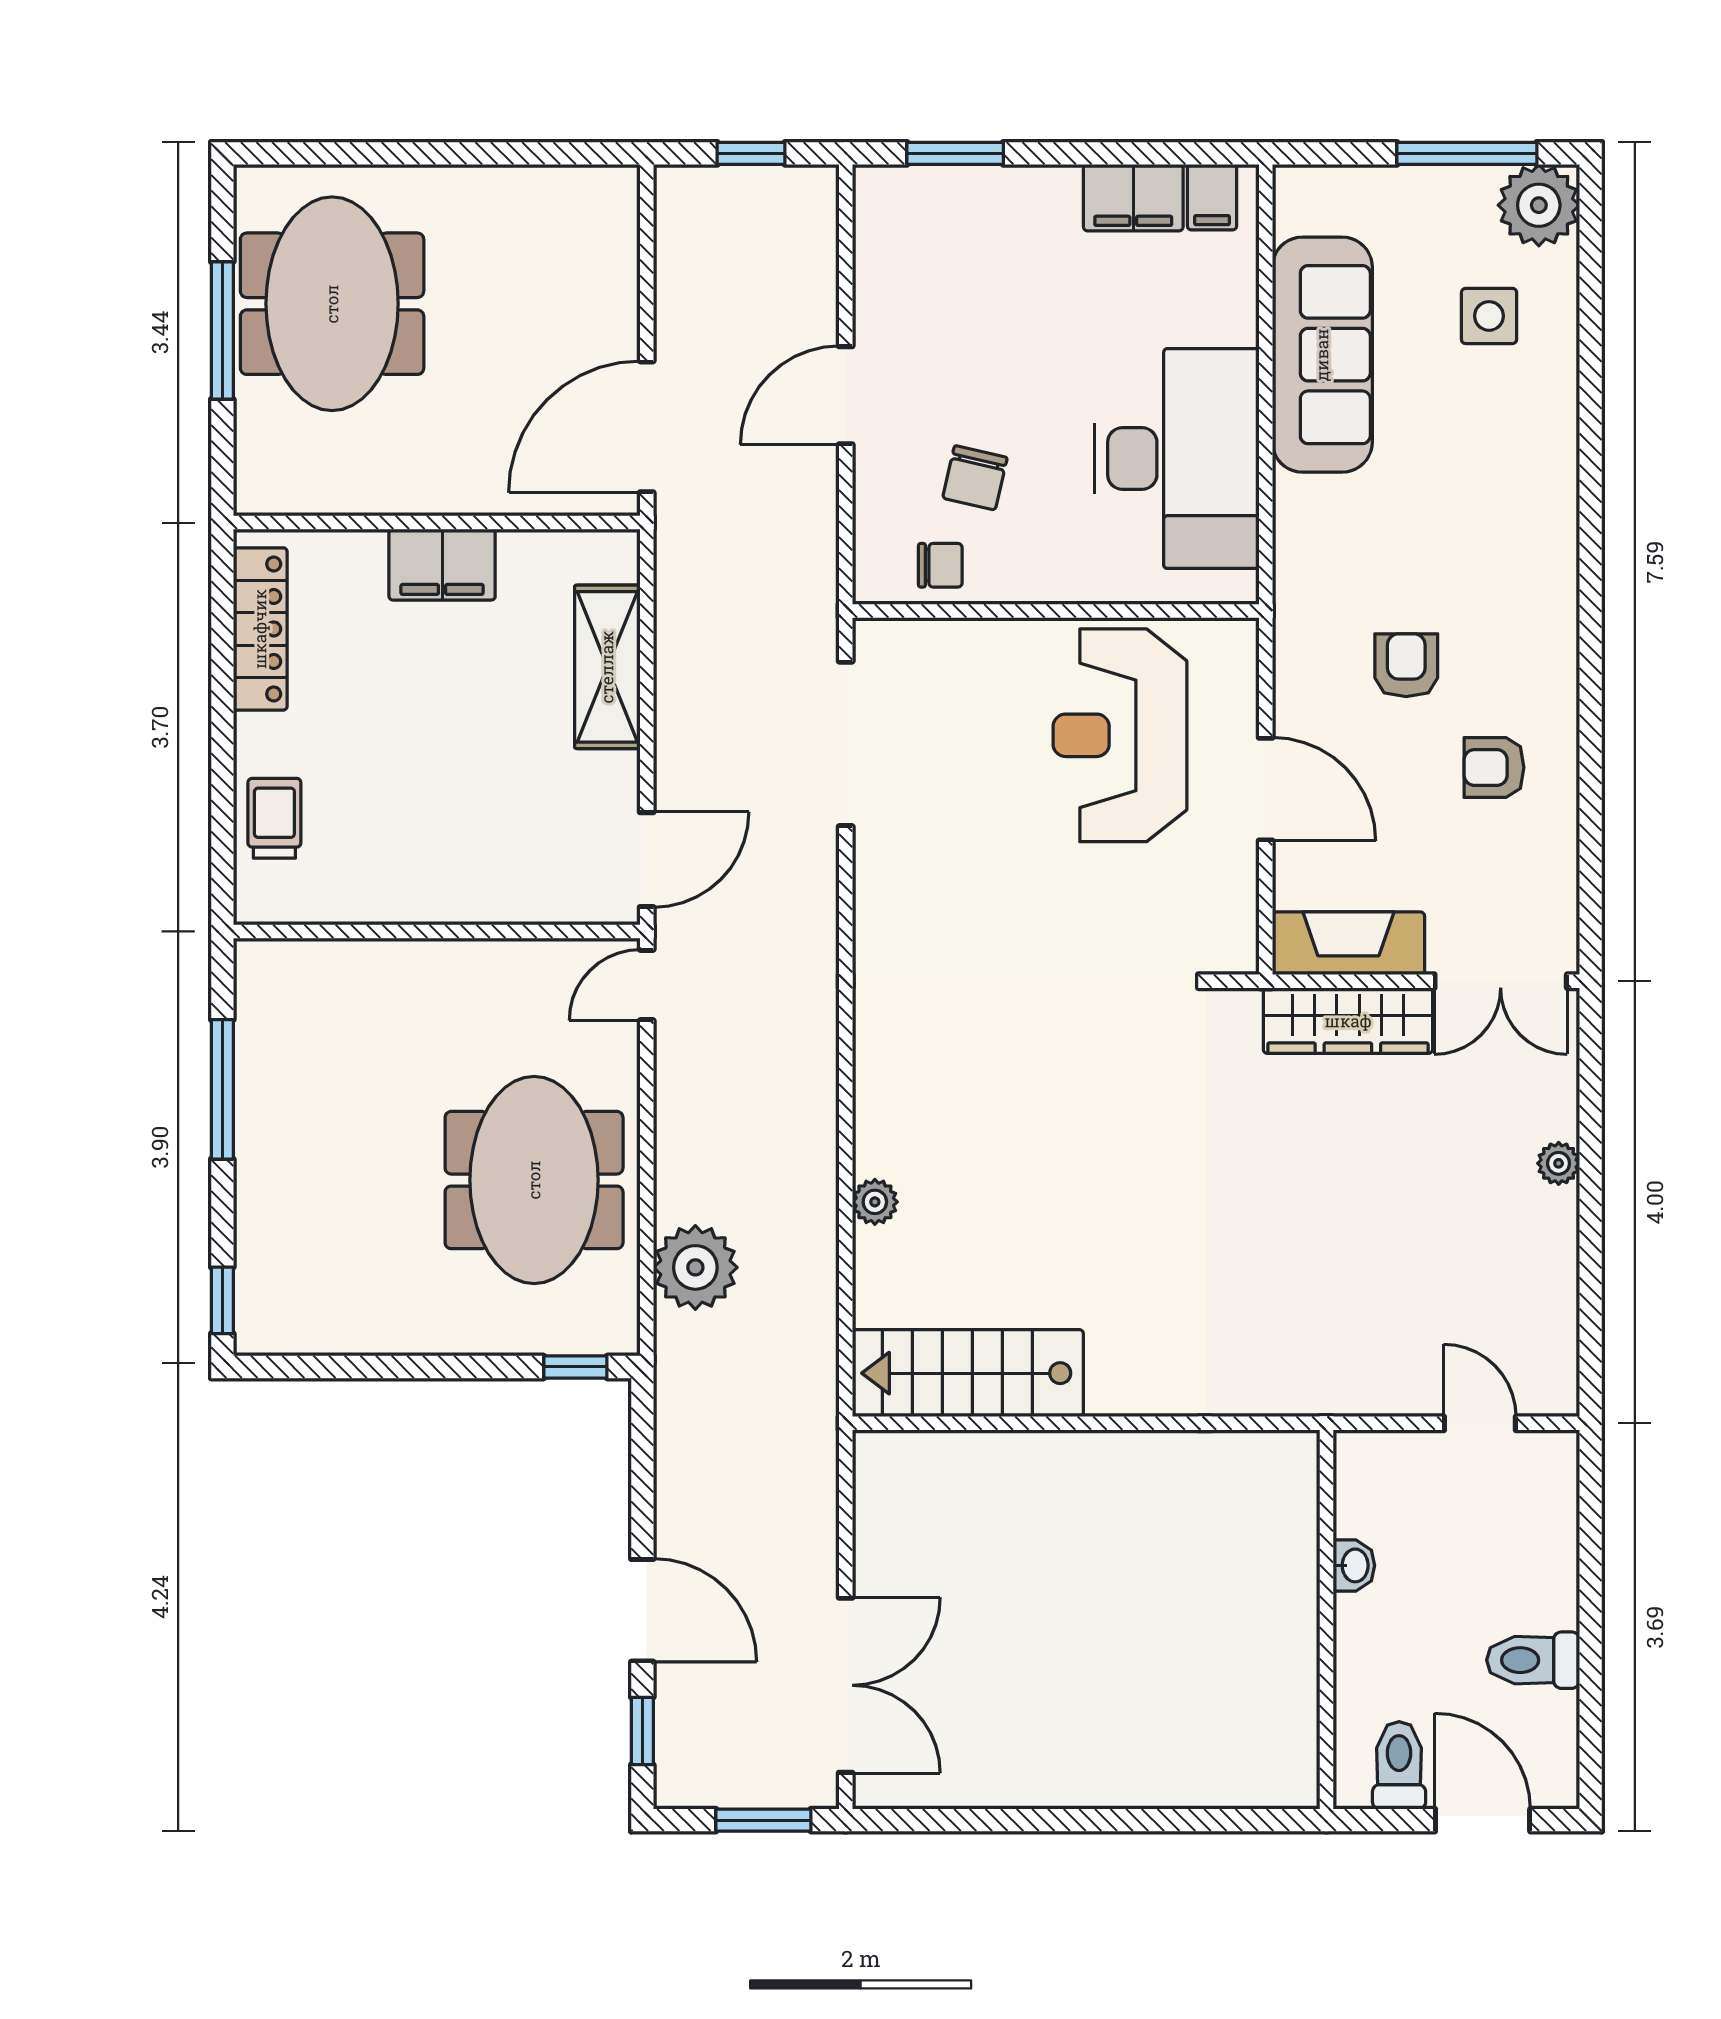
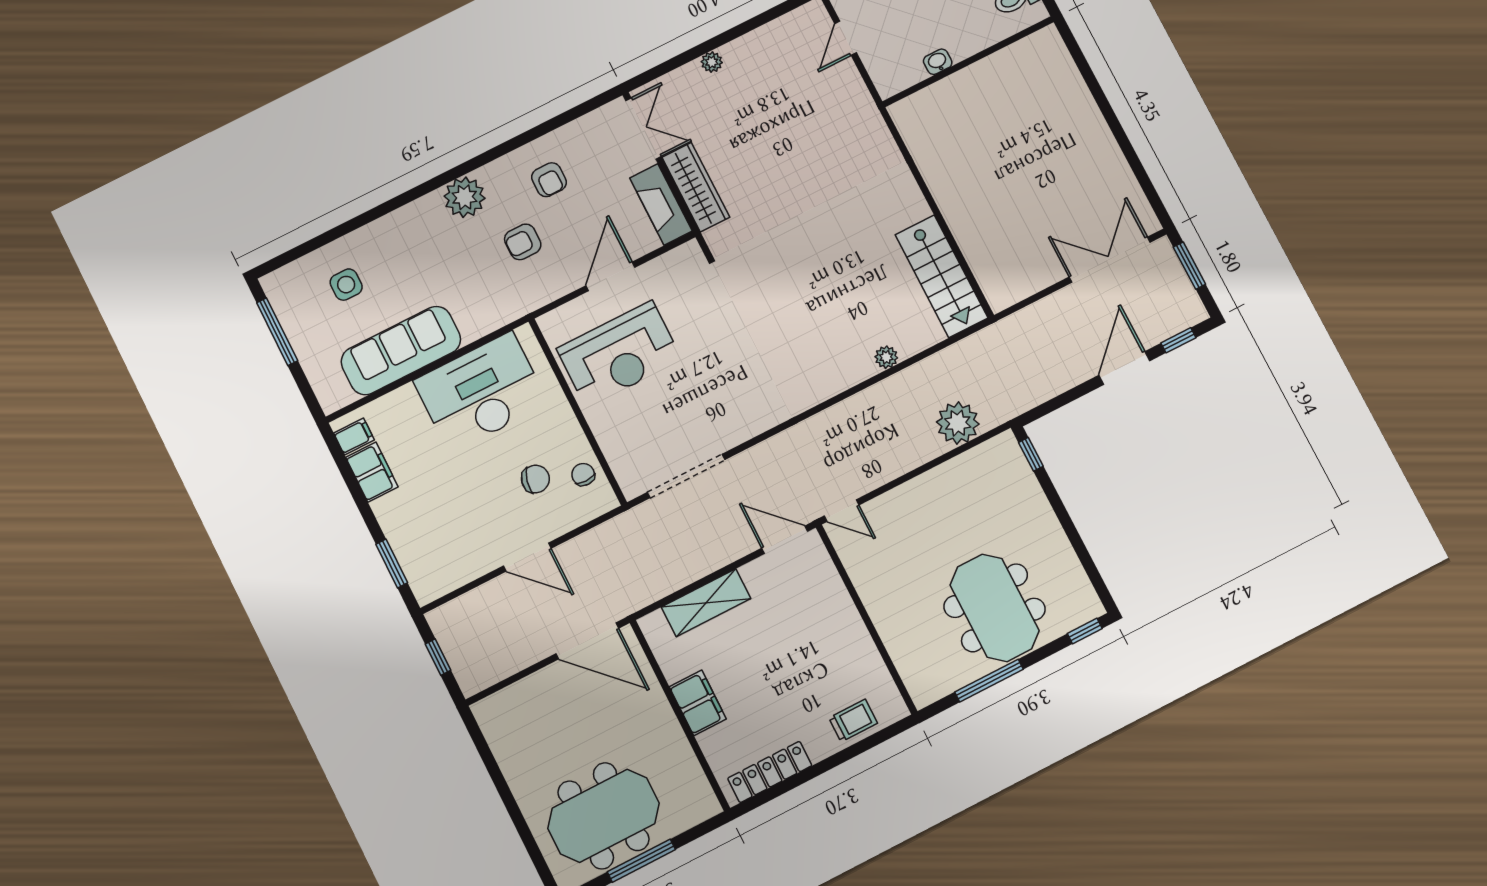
plant: (1539, 205) -> (465, 197), moved
trolley: (274, 818) -> (853, 721), turned 180
meeting table: (534, 1180) -> (995, 608), moved, turned 90

